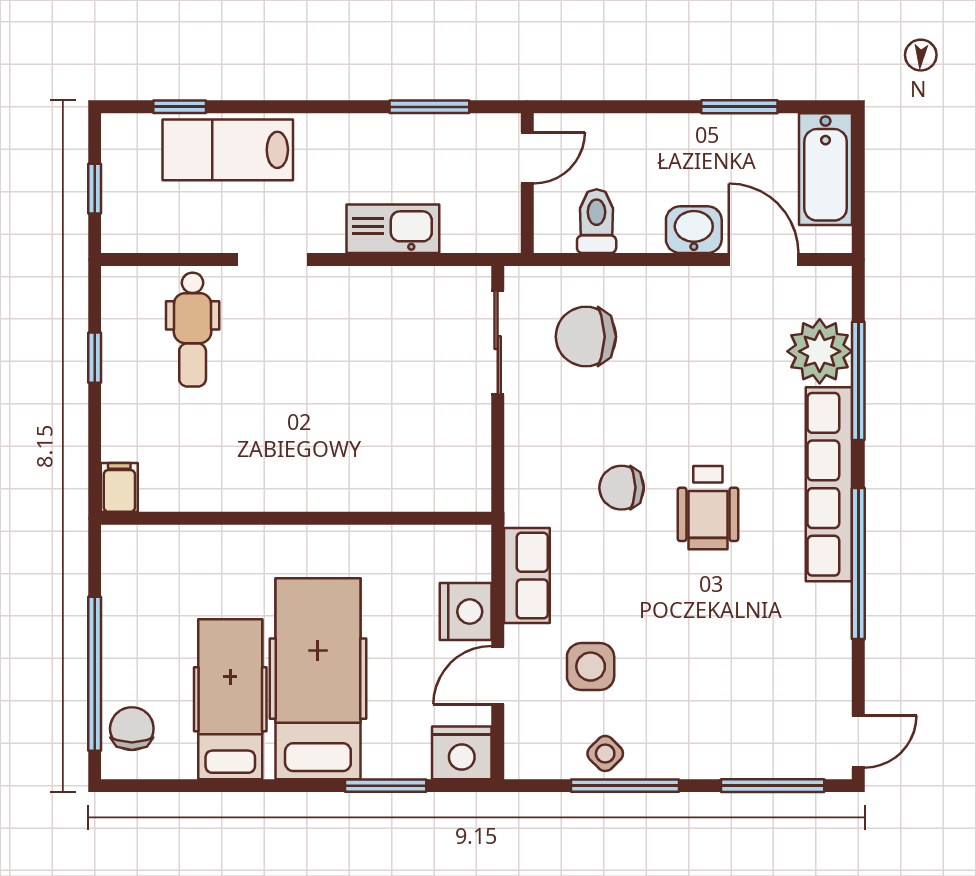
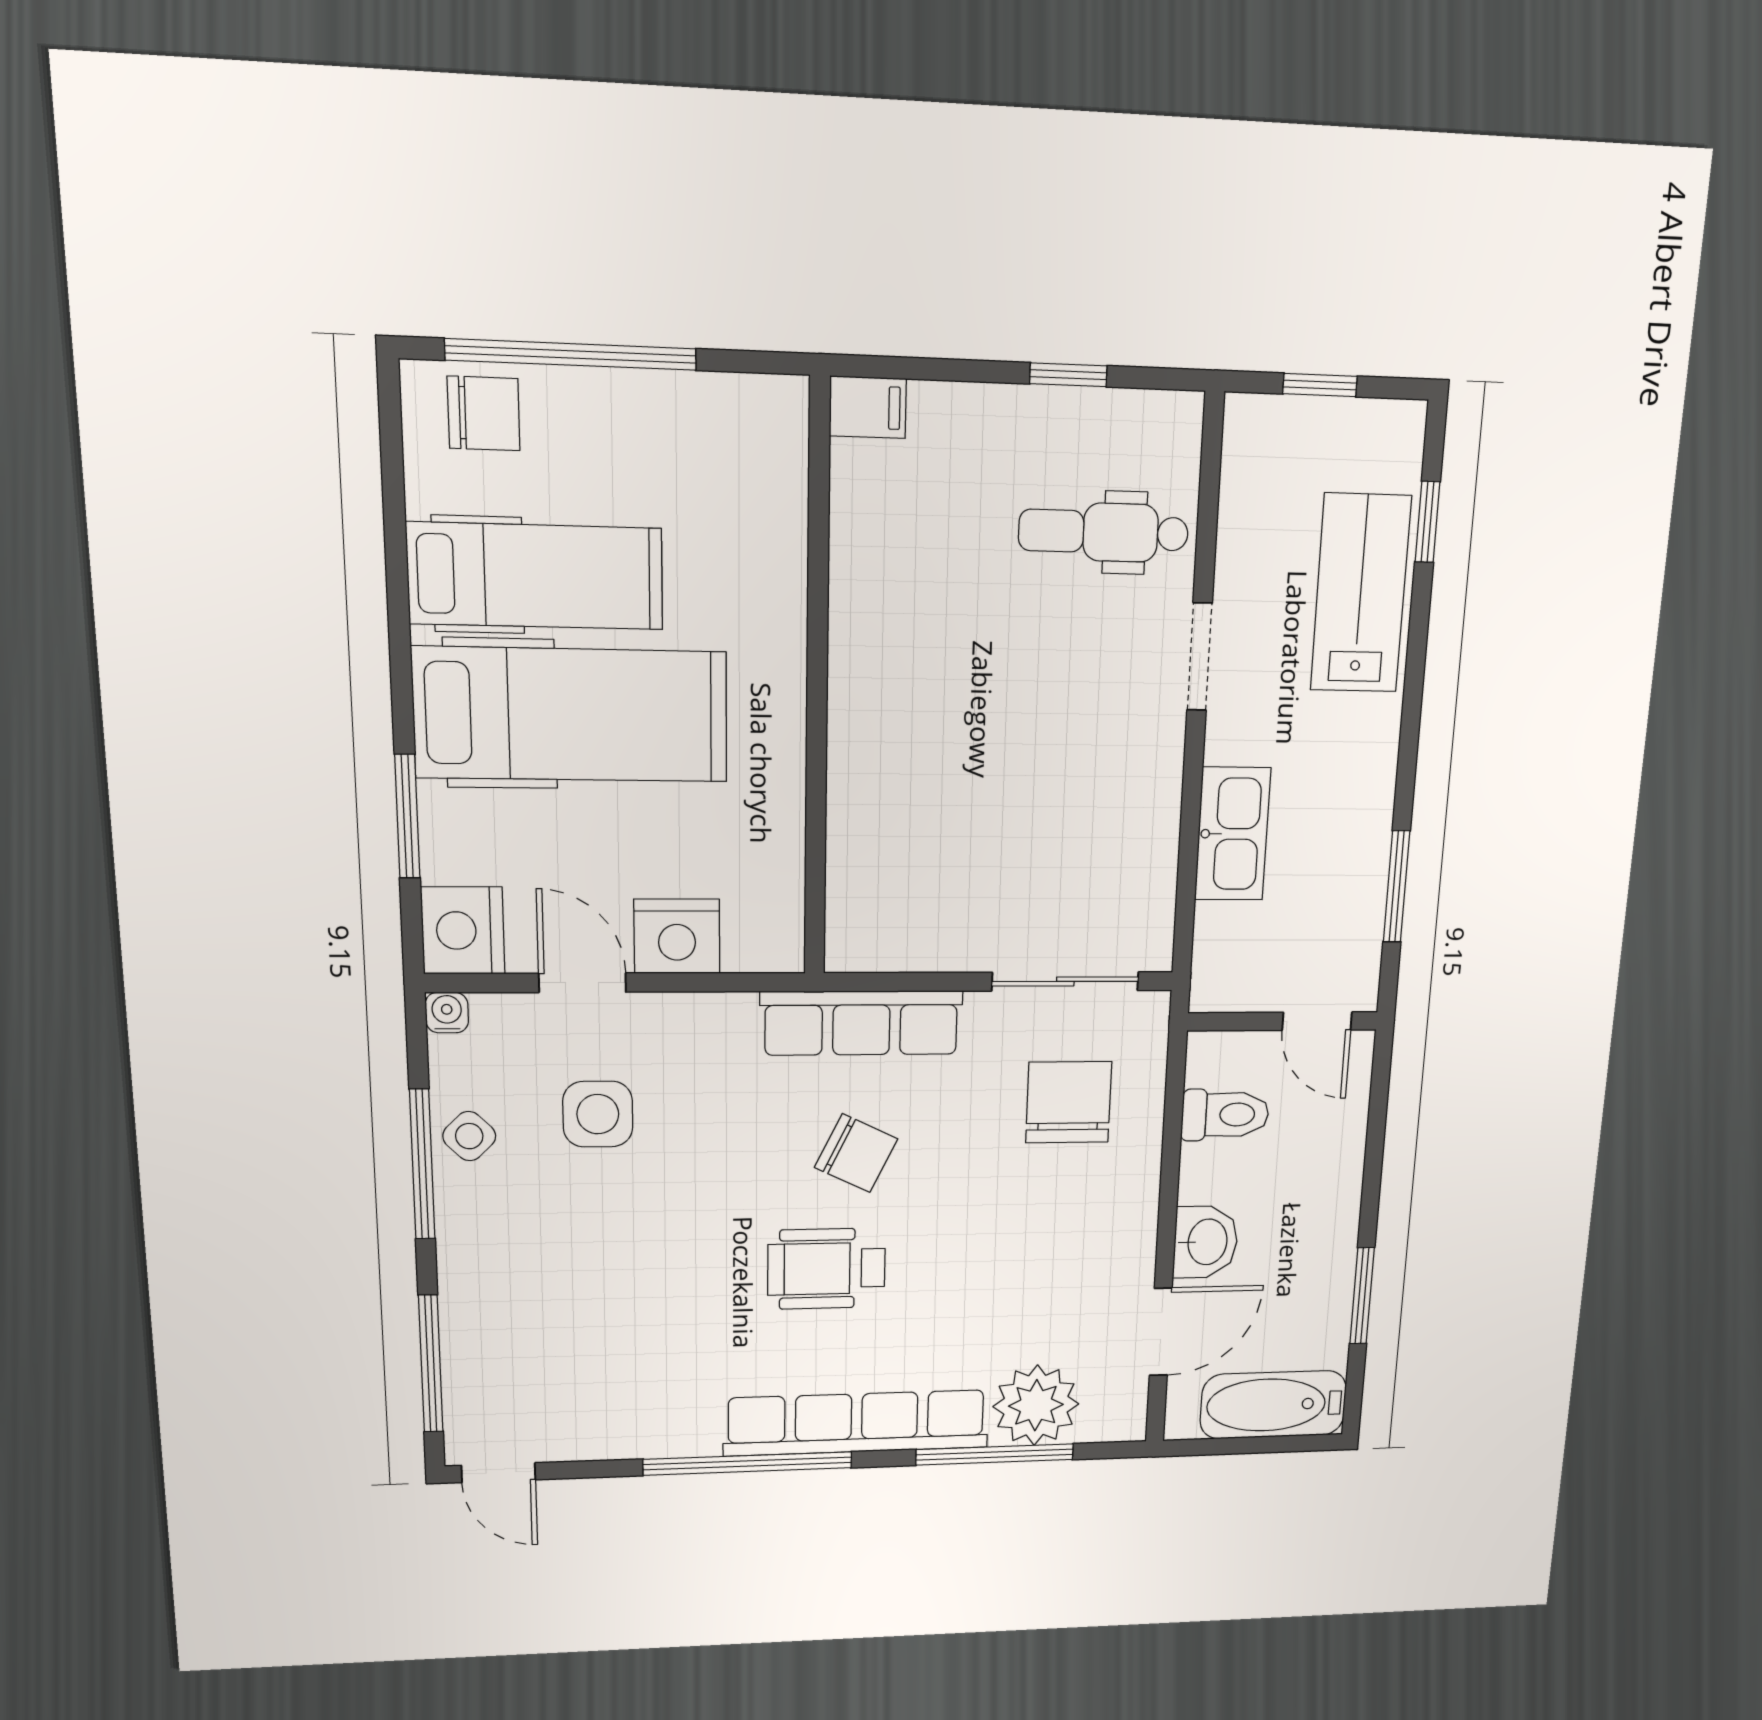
chair: (622, 488) -> (856, 1153), turned 116
row of seats: (527, 576) -> (861, 1023), moved, width x1.48
water cooler: (518, 765) -> (447, 1013), added

